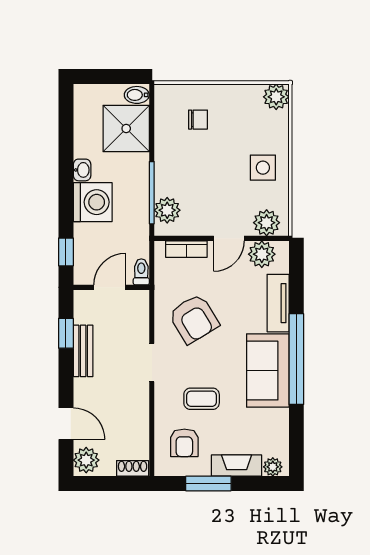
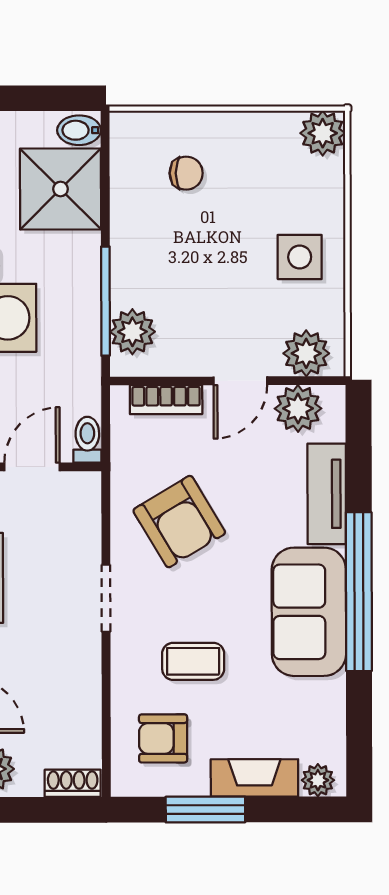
armchair: (184, 443) -> (163, 738), turned 90

